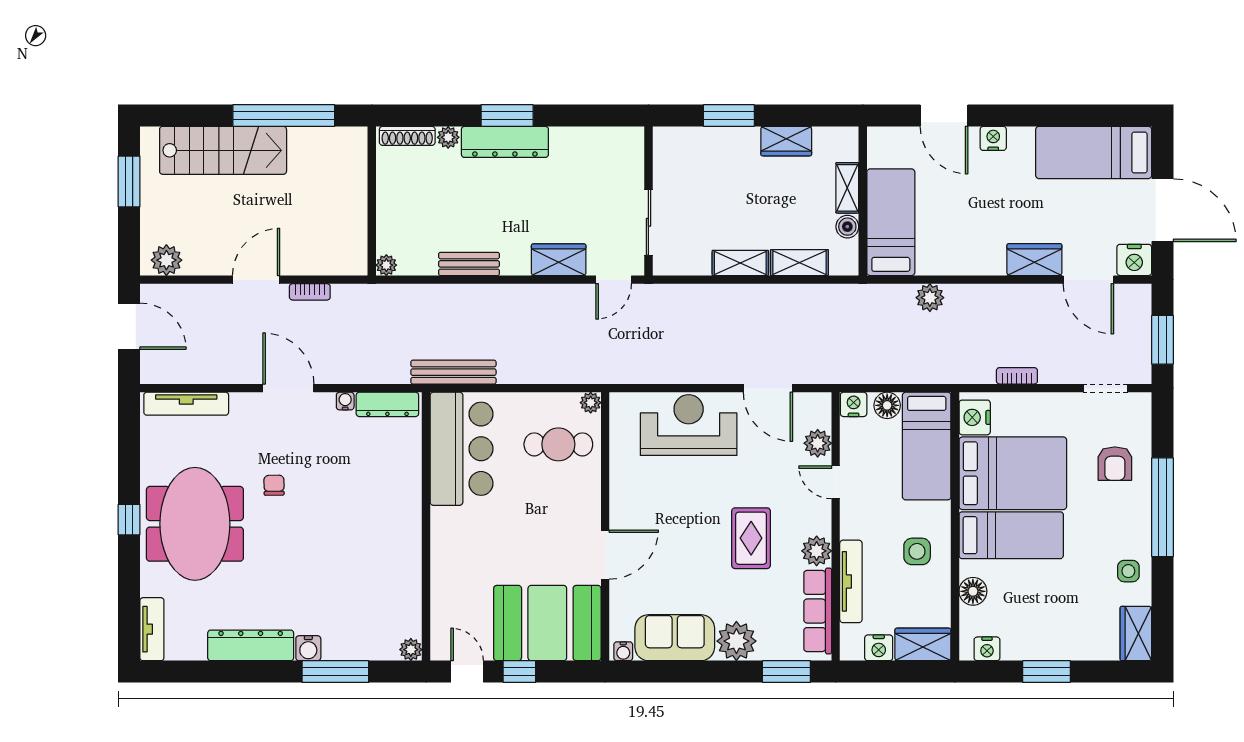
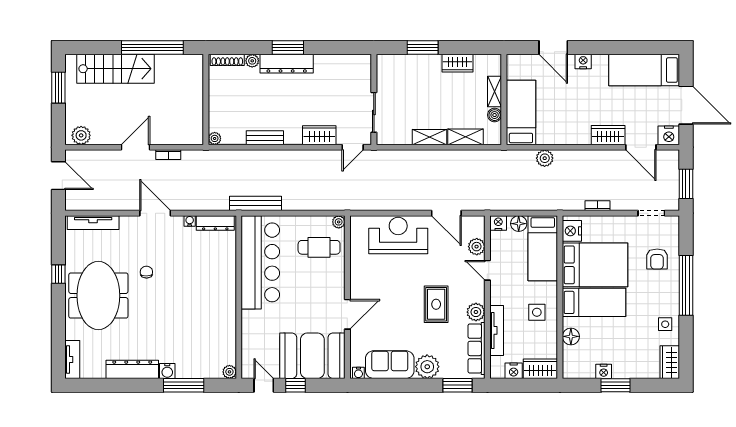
bar counter: (462, 449) -> (260, 262), width x1.36
window: (129, 520) -> (58, 274), moved
nightstand: (987, 649) -> (604, 371), moved

